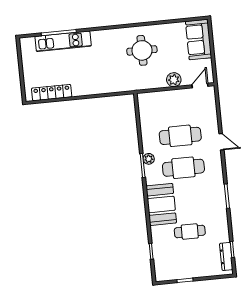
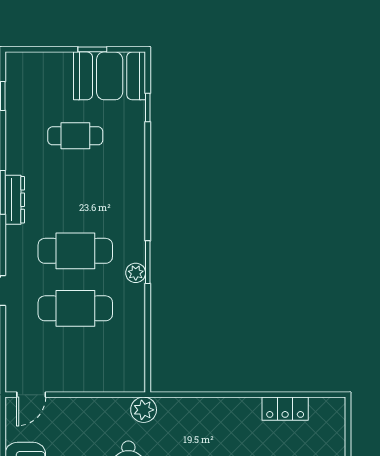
plant: (174, 80) -> (144, 410), moved
locker: (52, 93) -> (285, 409), width x0.66
booth: (161, 204) -> (110, 76), moved, turned 90
dresser: (226, 256) -> (15, 200), moved

